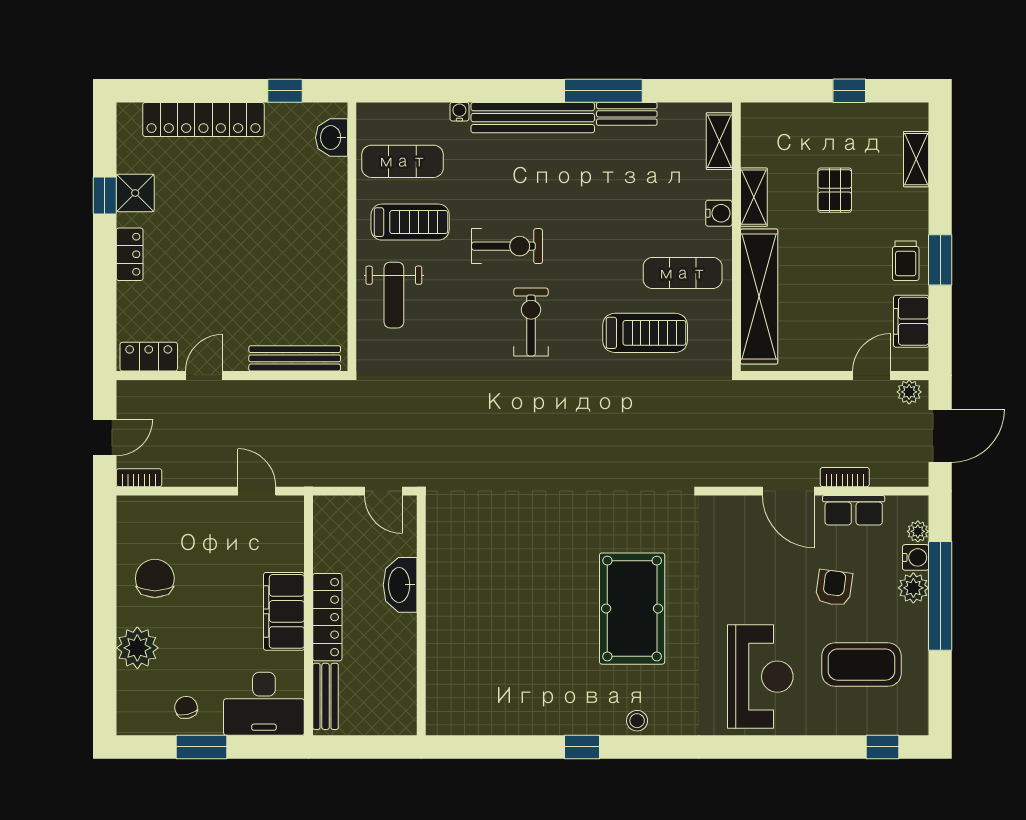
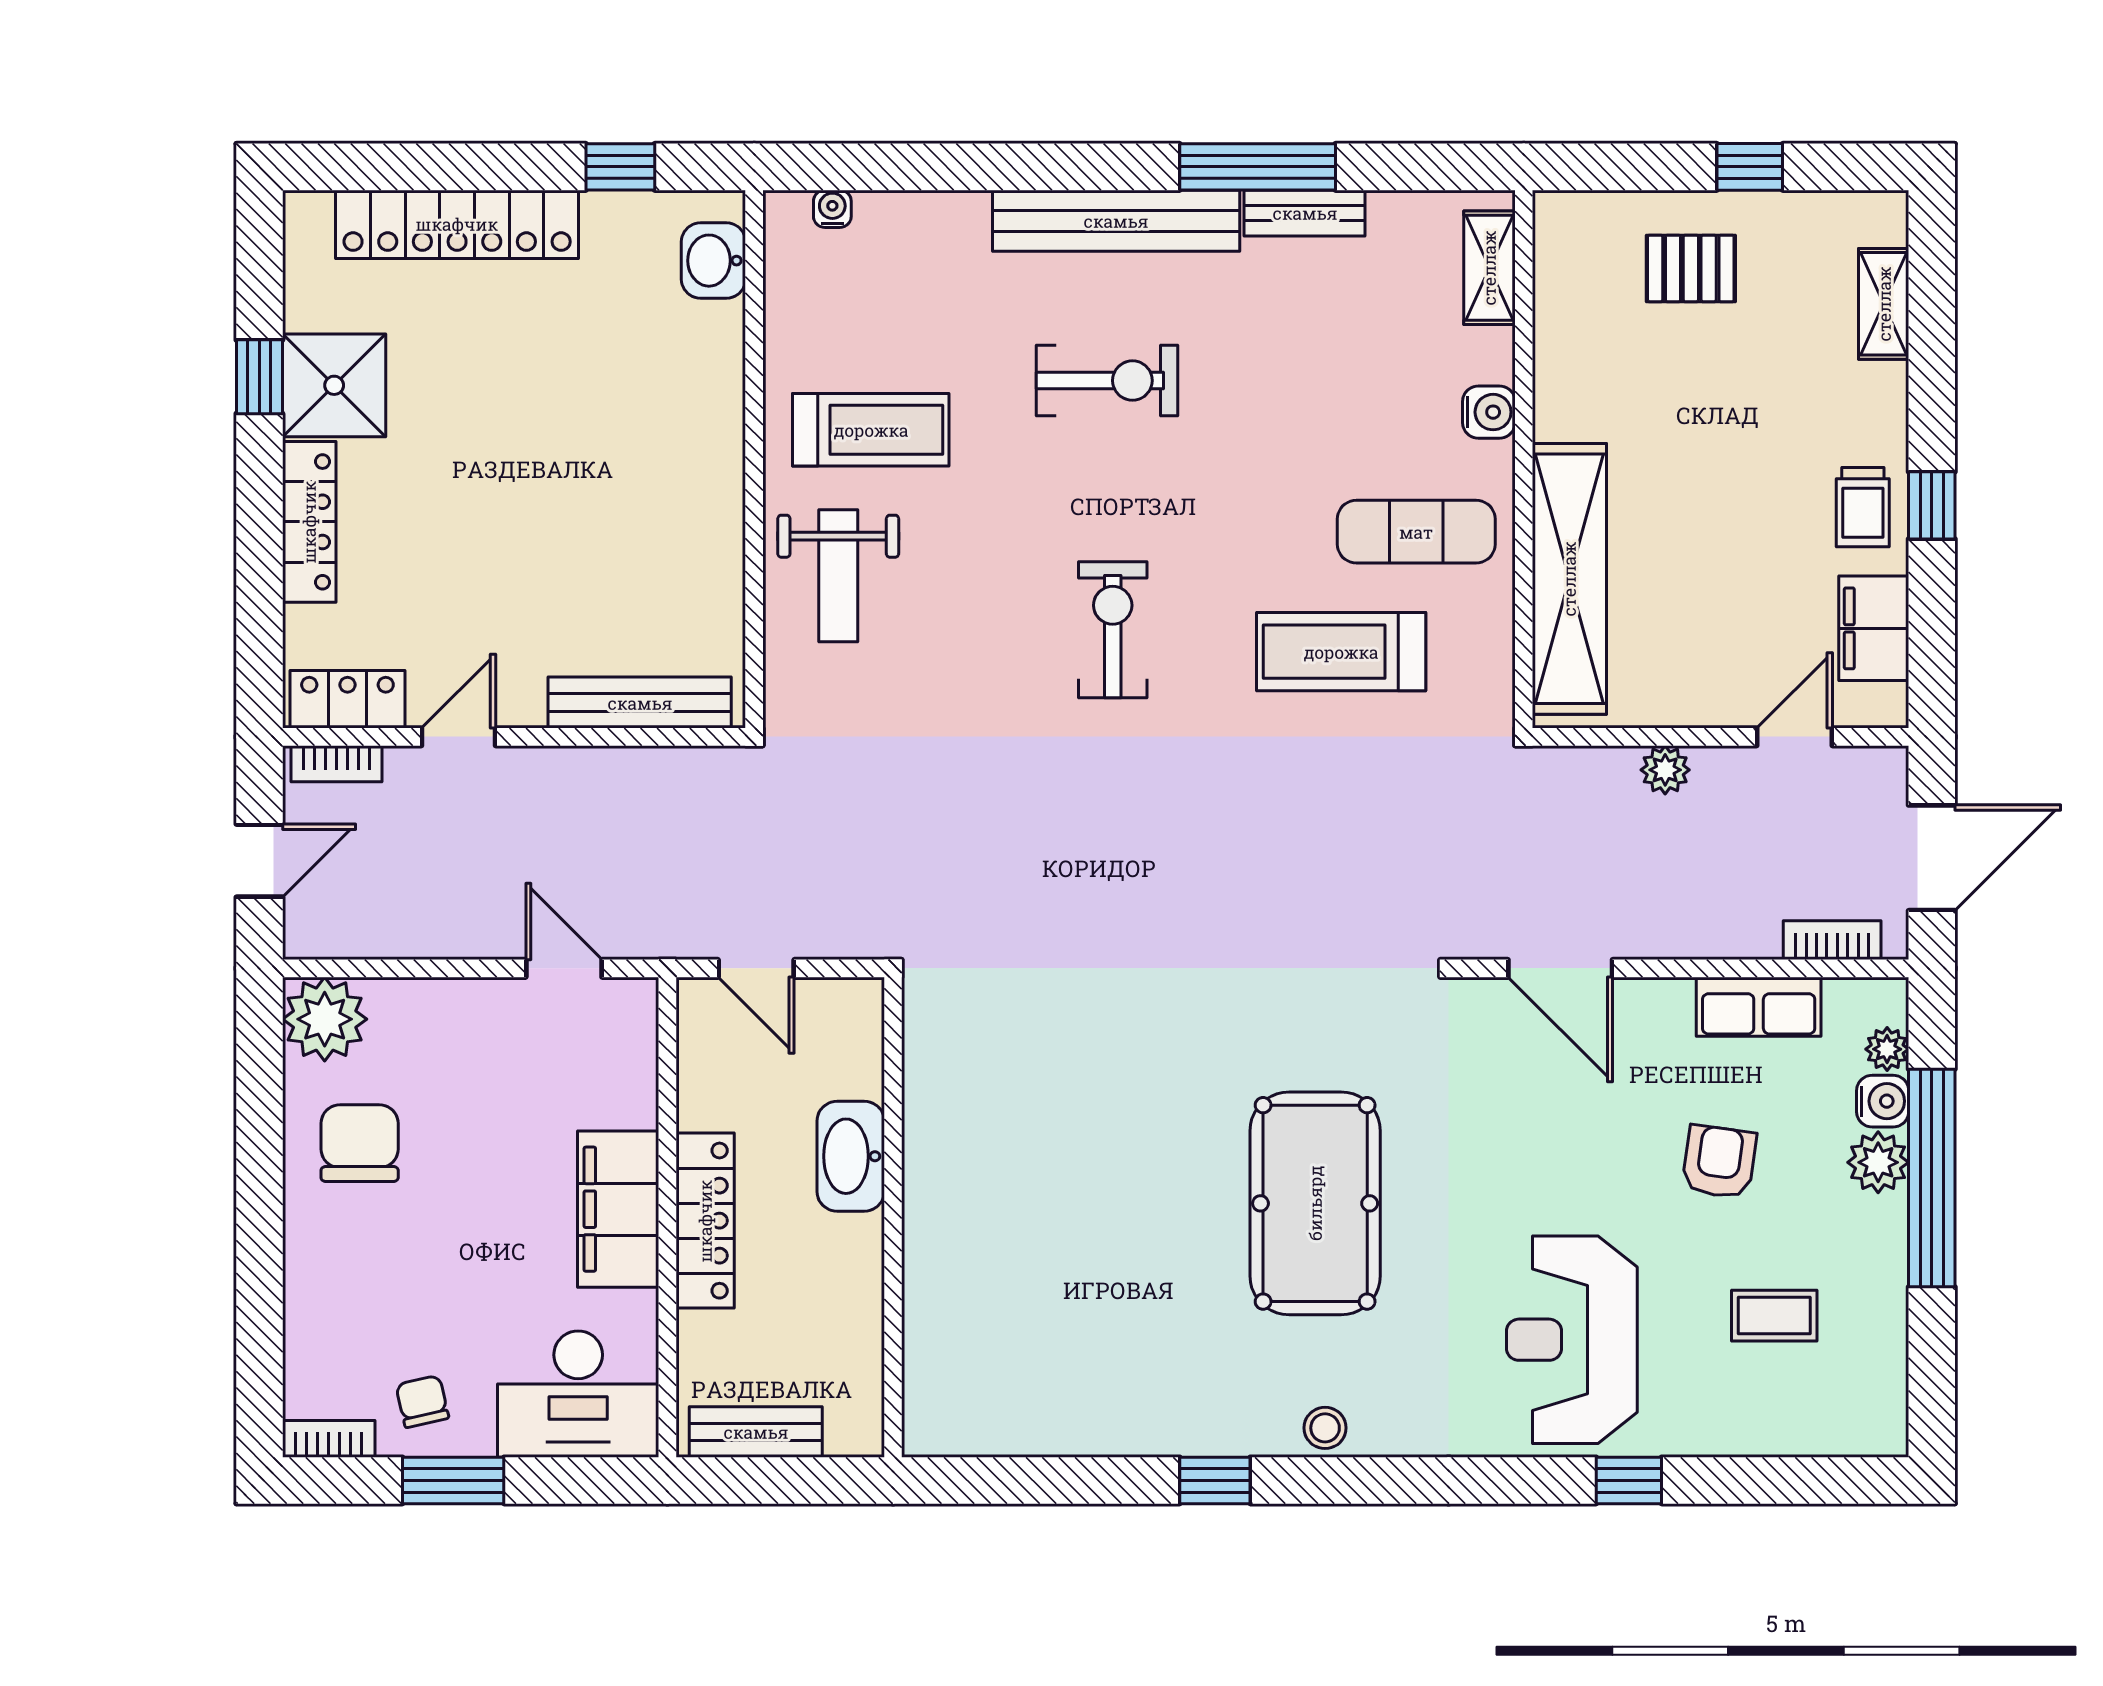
water cooler: (459, 112) -> (832, 209), moved
exercise mat: (403, 161) -> (855, 308), removed
pallet: (835, 190) -> (1691, 268), moved, turned 90
shower: (135, 193) -> (334, 385), width x1.36, depth x1.36
shelving: (754, 197) -> (1559, 380), removed
exercise bike: (507, 246) -> (1107, 381), moved
locker: (130, 254) -> (309, 522), width x1.53
window: (940, 260) -> (1932, 505), width x0.67
treadmill: (645, 333) -> (1341, 652), turned 180
plant: (909, 392) -> (1665, 770), moved
bookcase: (845, 477) -> (1832, 940), moved
bookcase: (139, 478) -> (336, 764), moved, turned 180
door: (383, 491) -> (756, 968), moved
door: (788, 491) -> (1560, 968), moved
plant: (137, 648) -> (325, 1019), moved
coffee table: (861, 665) -> (1774, 1316), width x0.54, depth x0.58
reception desk: (760, 677) -> (1572, 1340), turned 180
bench: (326, 696) -> (756, 1432), moved, turned 90
bookcase: (139, 726) -> (329, 1439), added
window: (883, 747) -> (1629, 1480), moved

